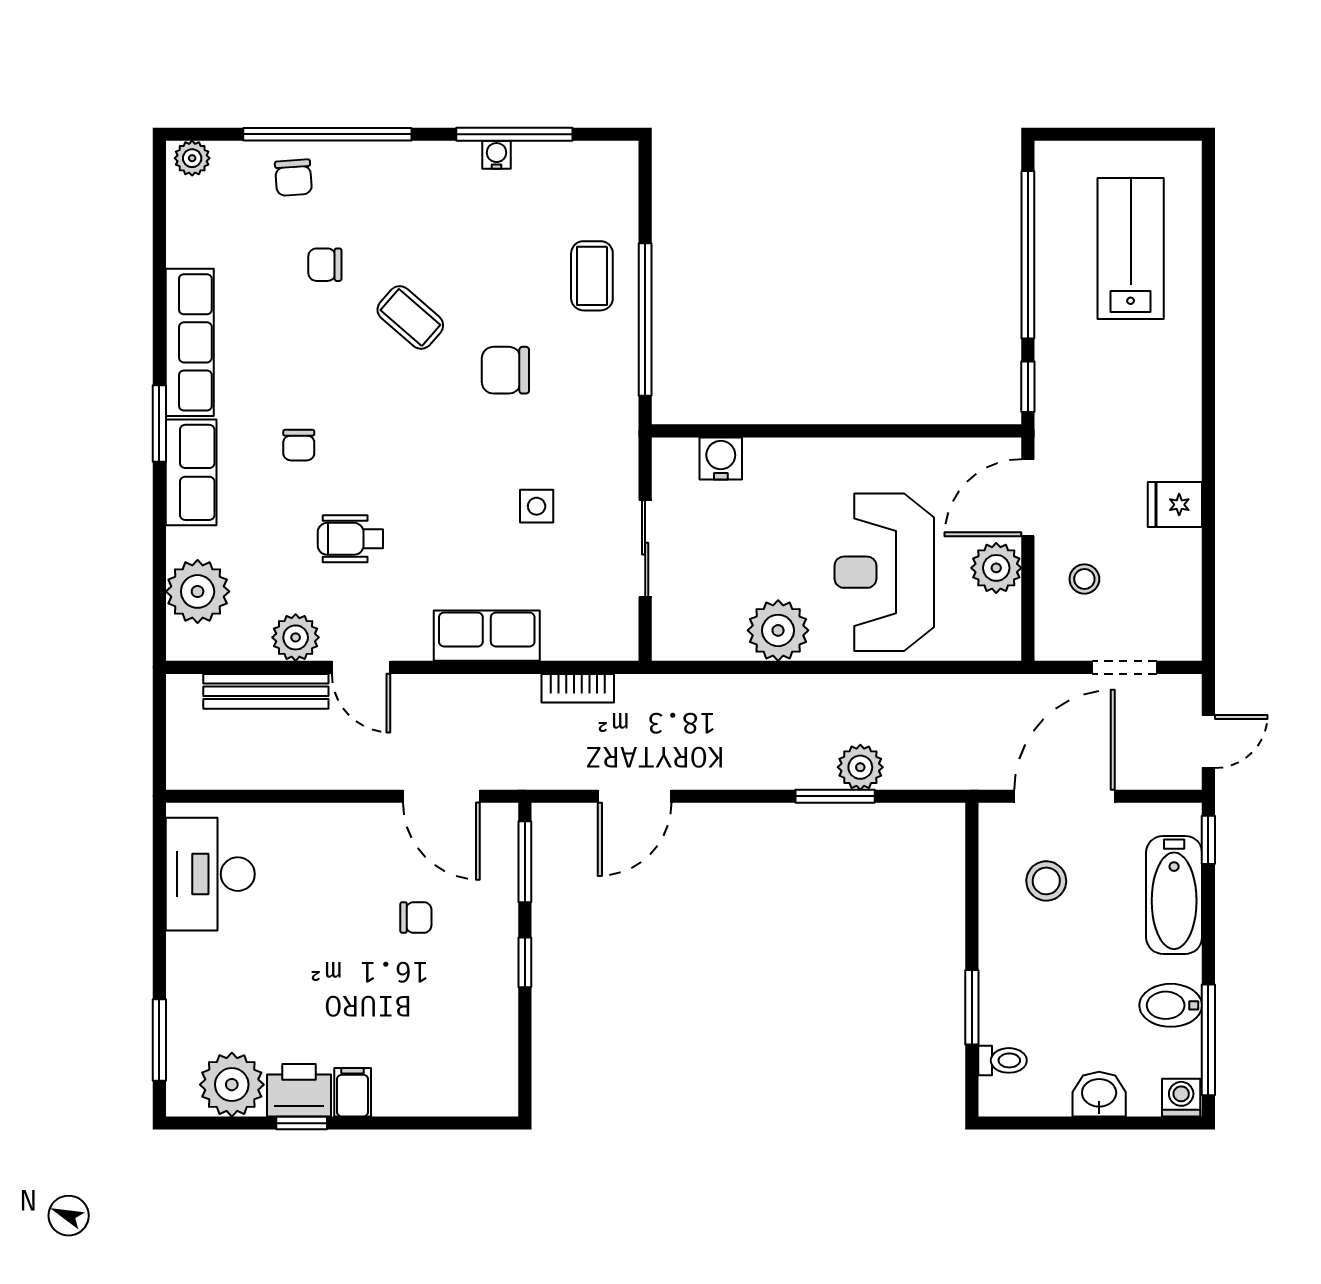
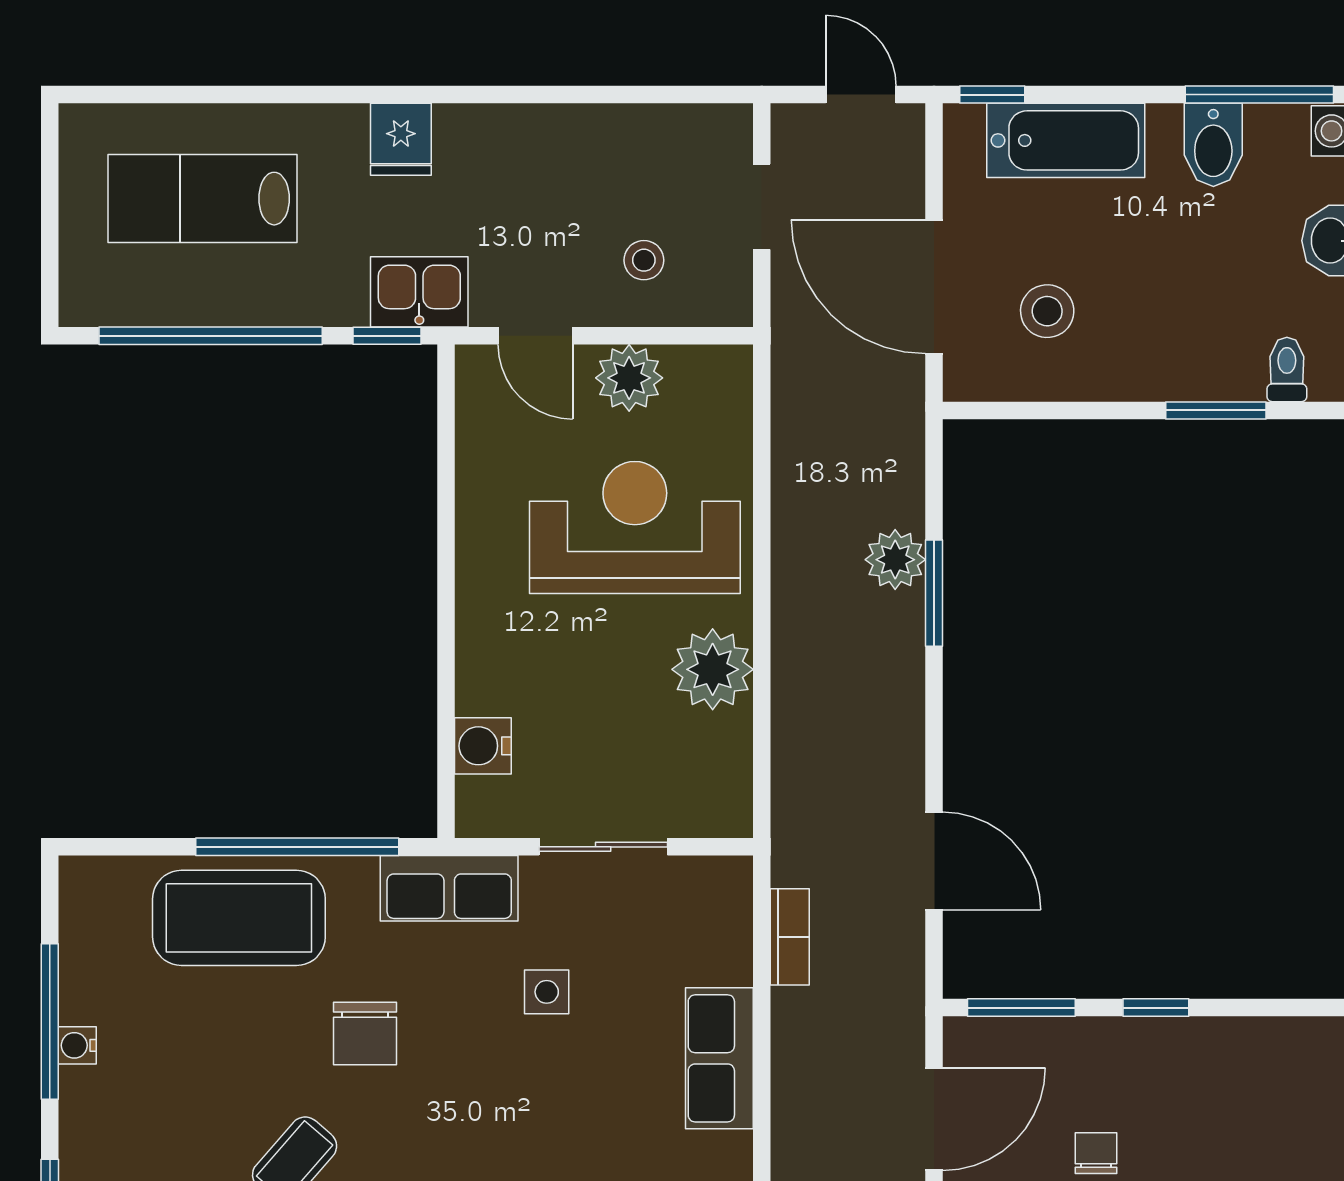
coffee table: (592, 276) -> (239, 918), width x1.86, depth x1.72
kitchen sink: (1061, 411) -> (419, 292), added
row of seats: (614, 433) -> (449, 888), added
door: (1028, 498) -> (535, 336), width x0.73
fridge: (1175, 505) -> (401, 139), moved
reception desk: (884, 572) -> (635, 528), turned 180

